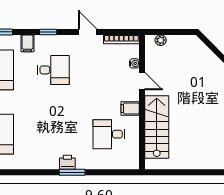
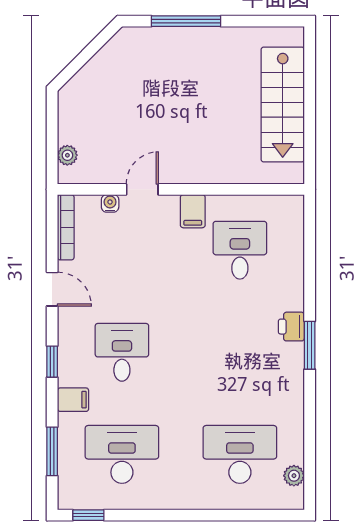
door: (88, 32) -> (52, 289), swing flipped
stairs: (157, 127) -> (283, 105), moved, turned -90
desk: (109, 134) -> (240, 250), turned 180
window: (72, 172) -> (310, 345), moved

